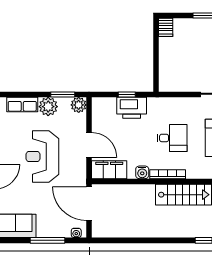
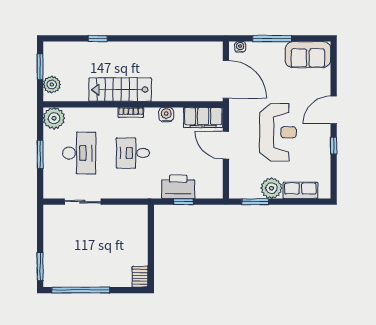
plant: (79, 105) -> (237, 190), removed
bookcase: (168, 174) -> (131, 112), width x0.64

